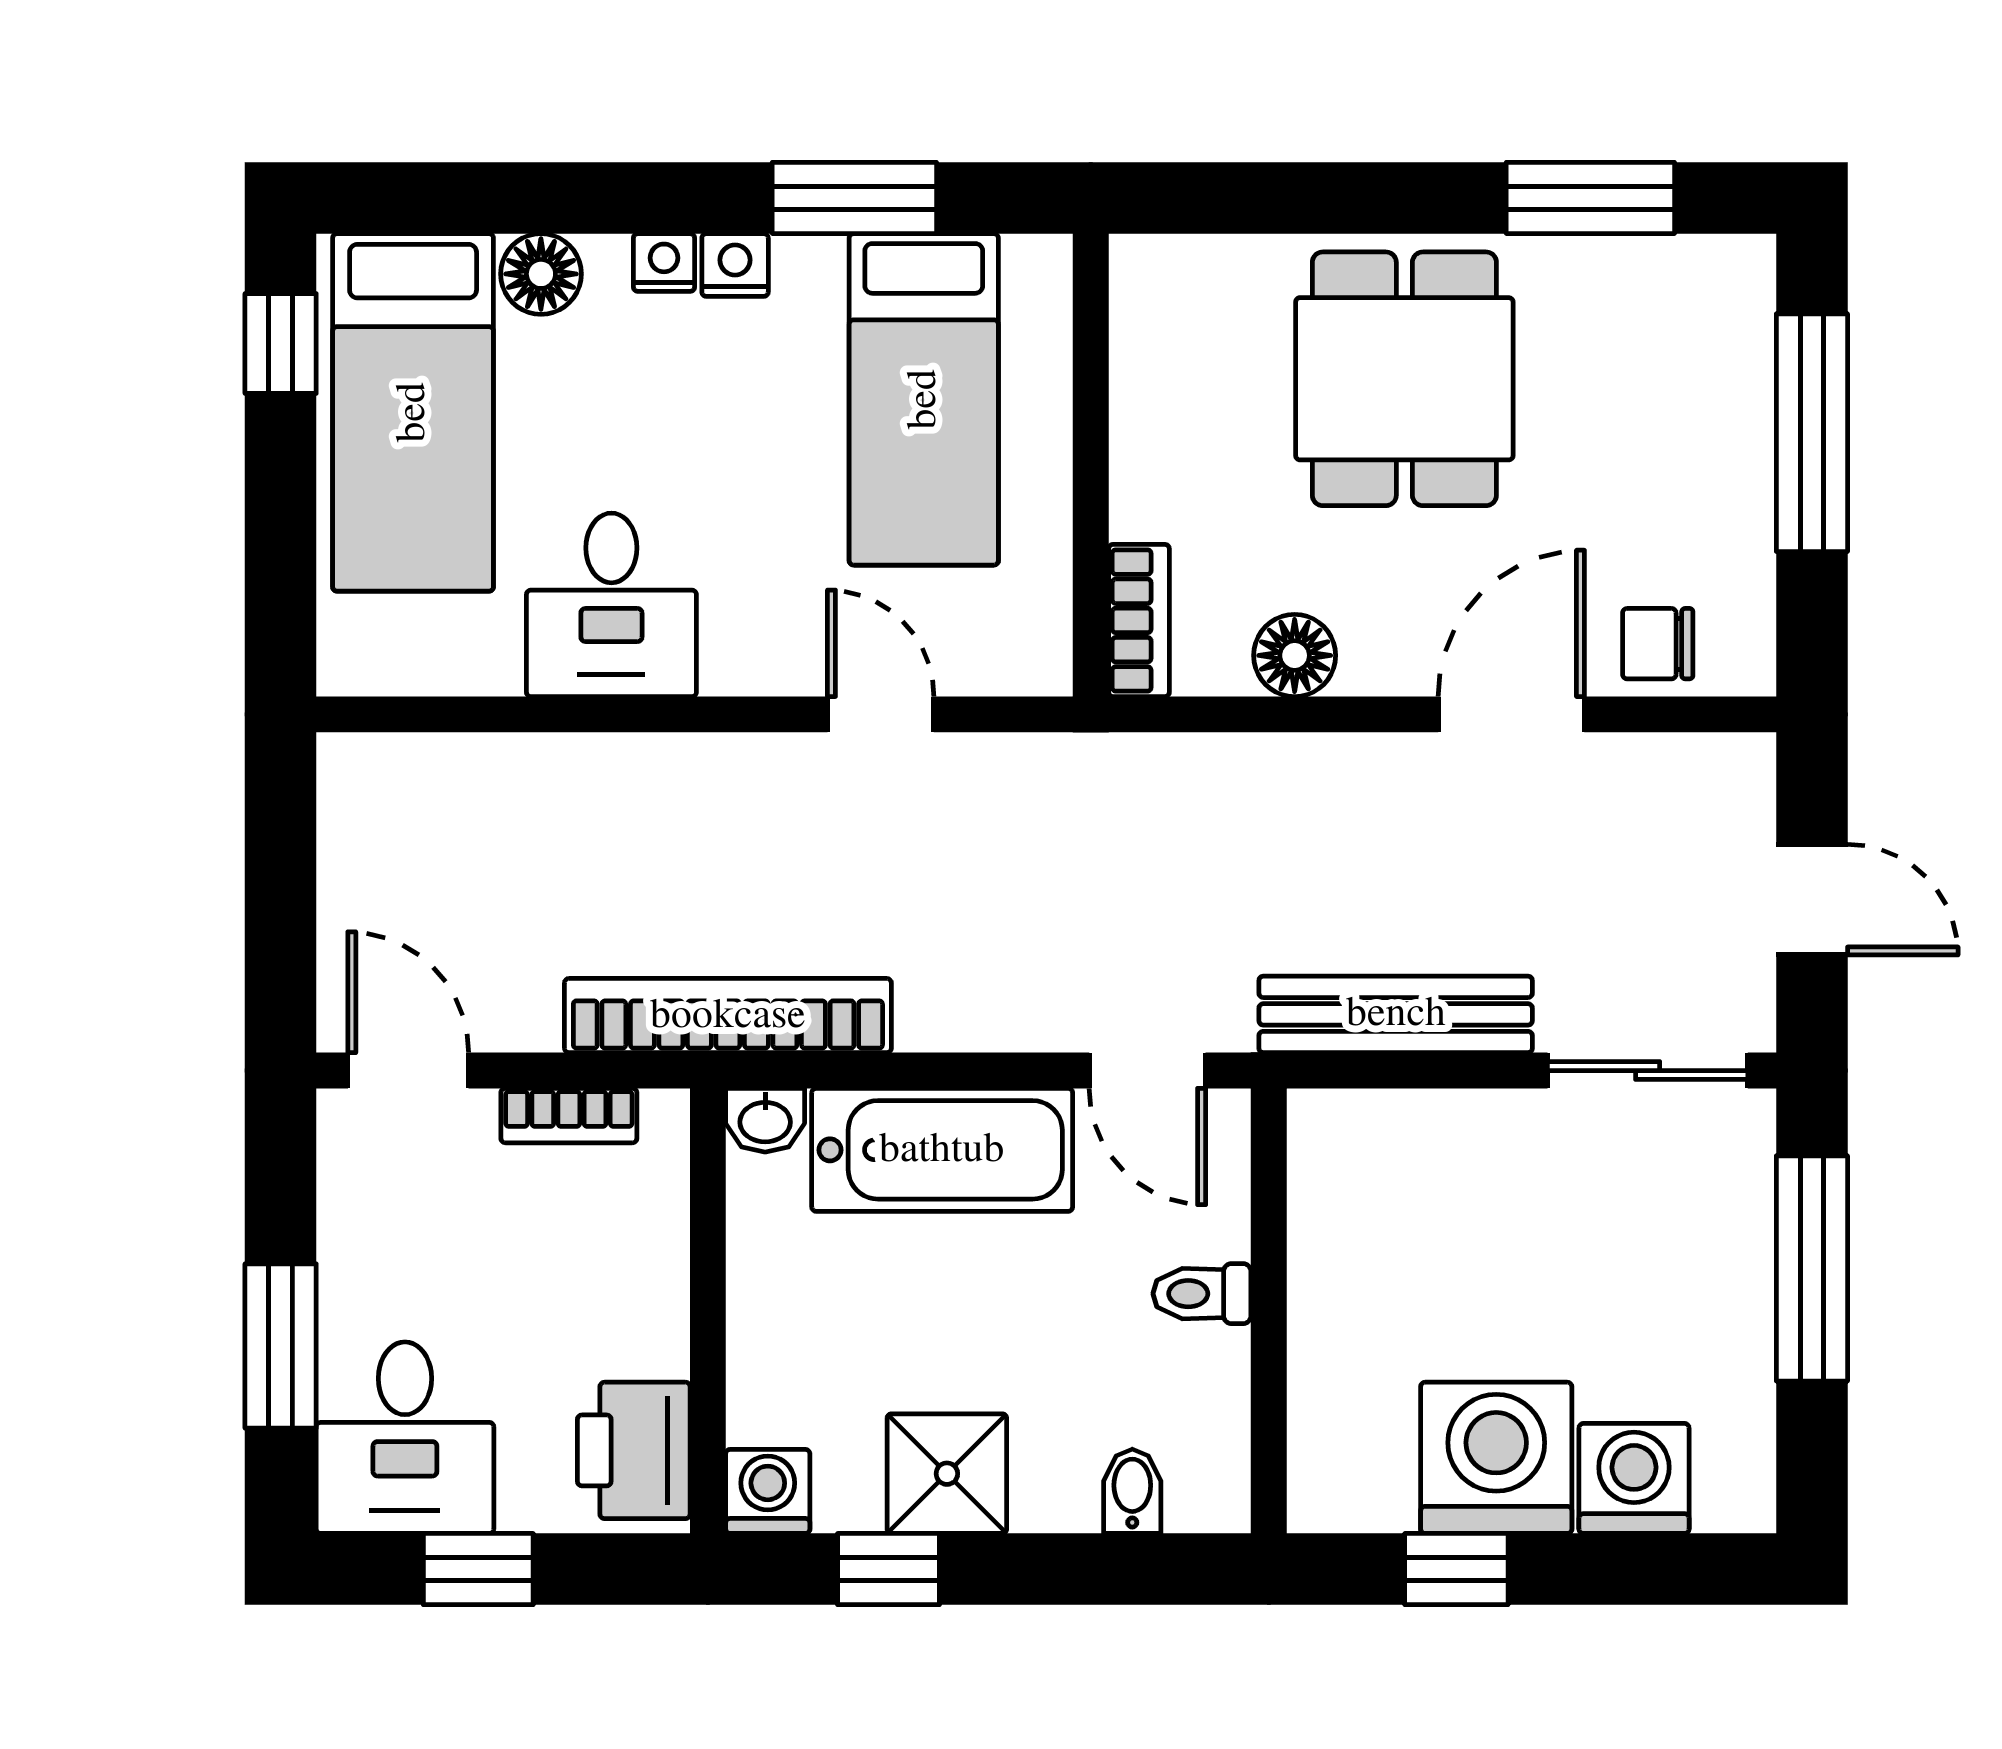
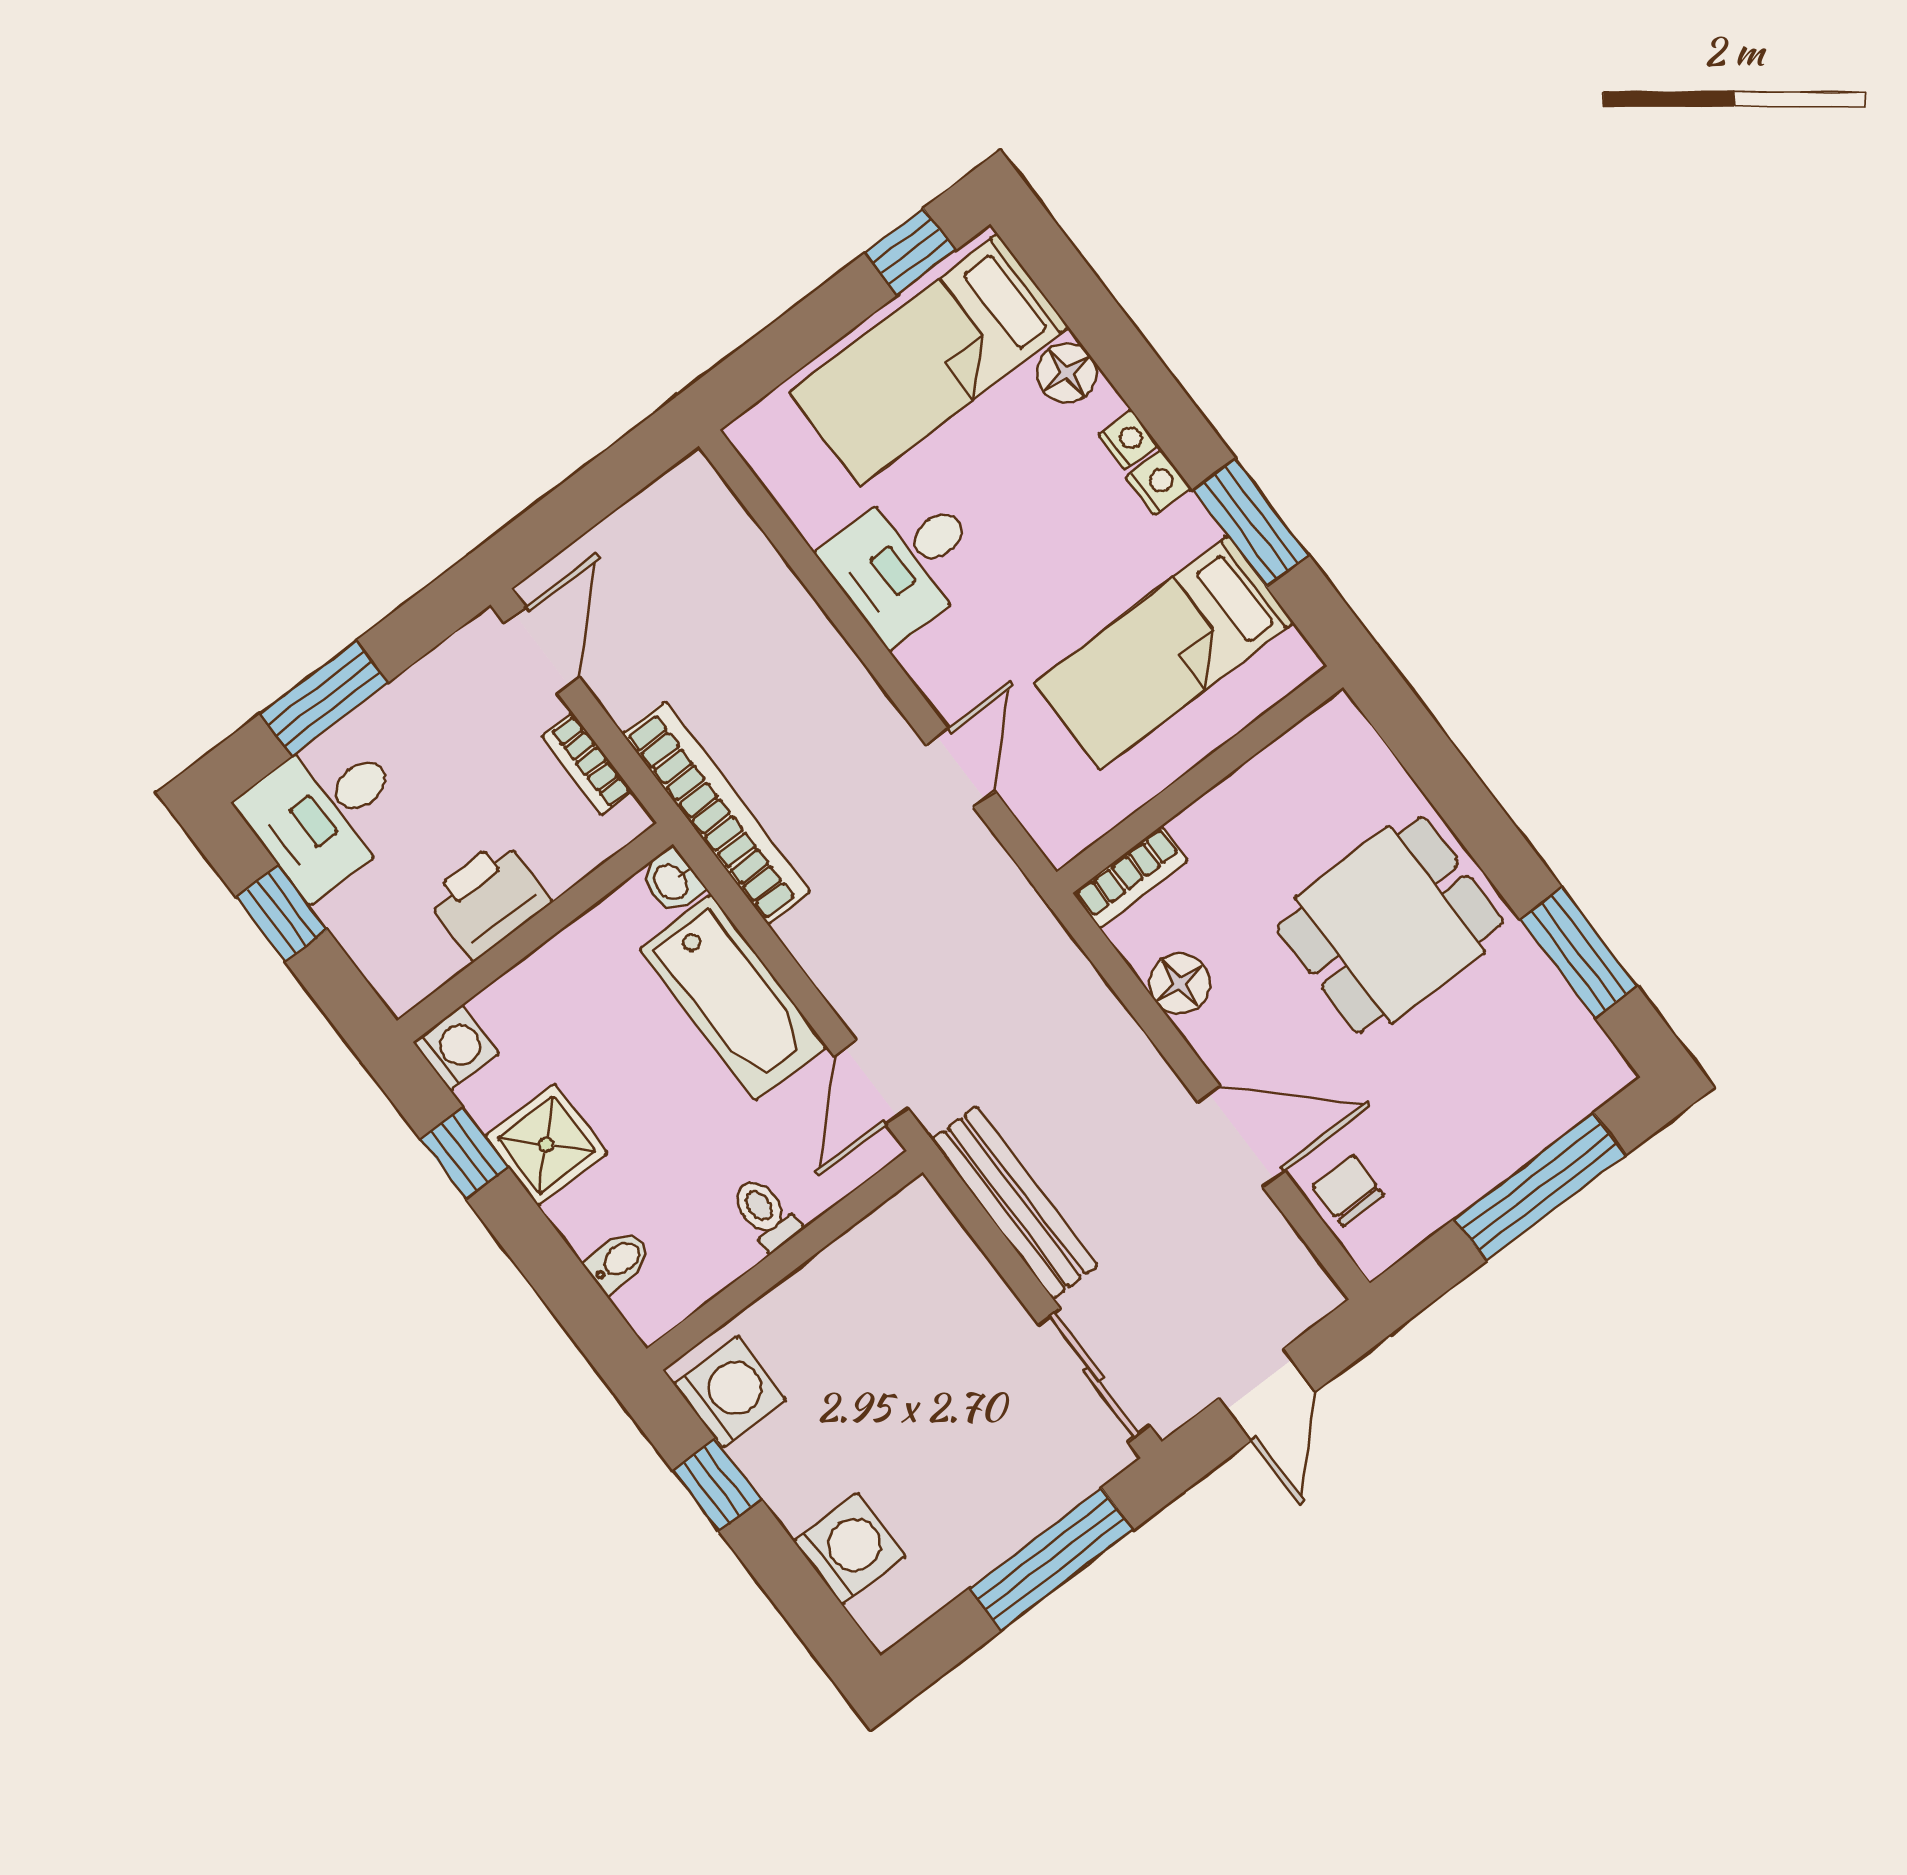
printer: (634, 1450) -> (489, 899), moved
washing machine: (1496, 1458) -> (730, 1392), moved, width x0.73, depth x0.73

